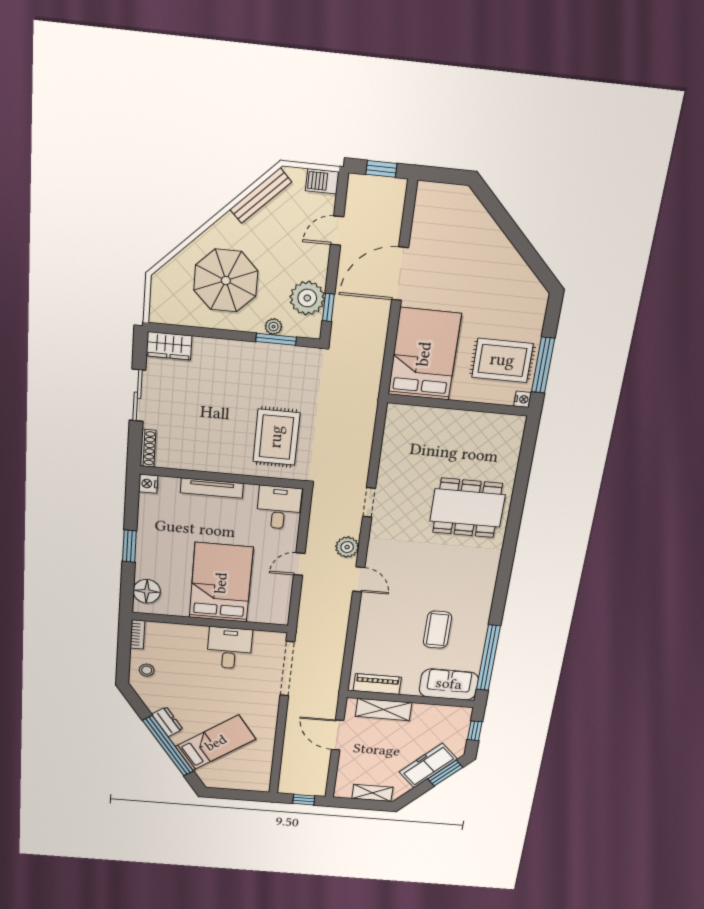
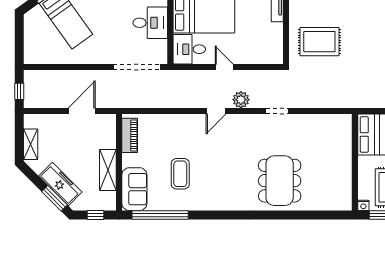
desk: (279, 507) -> (189, 49), moved, turned 180
coffee table: (437, 630) -> (180, 174), turned 90
shelving: (384, 709) -> (108, 170), moved

